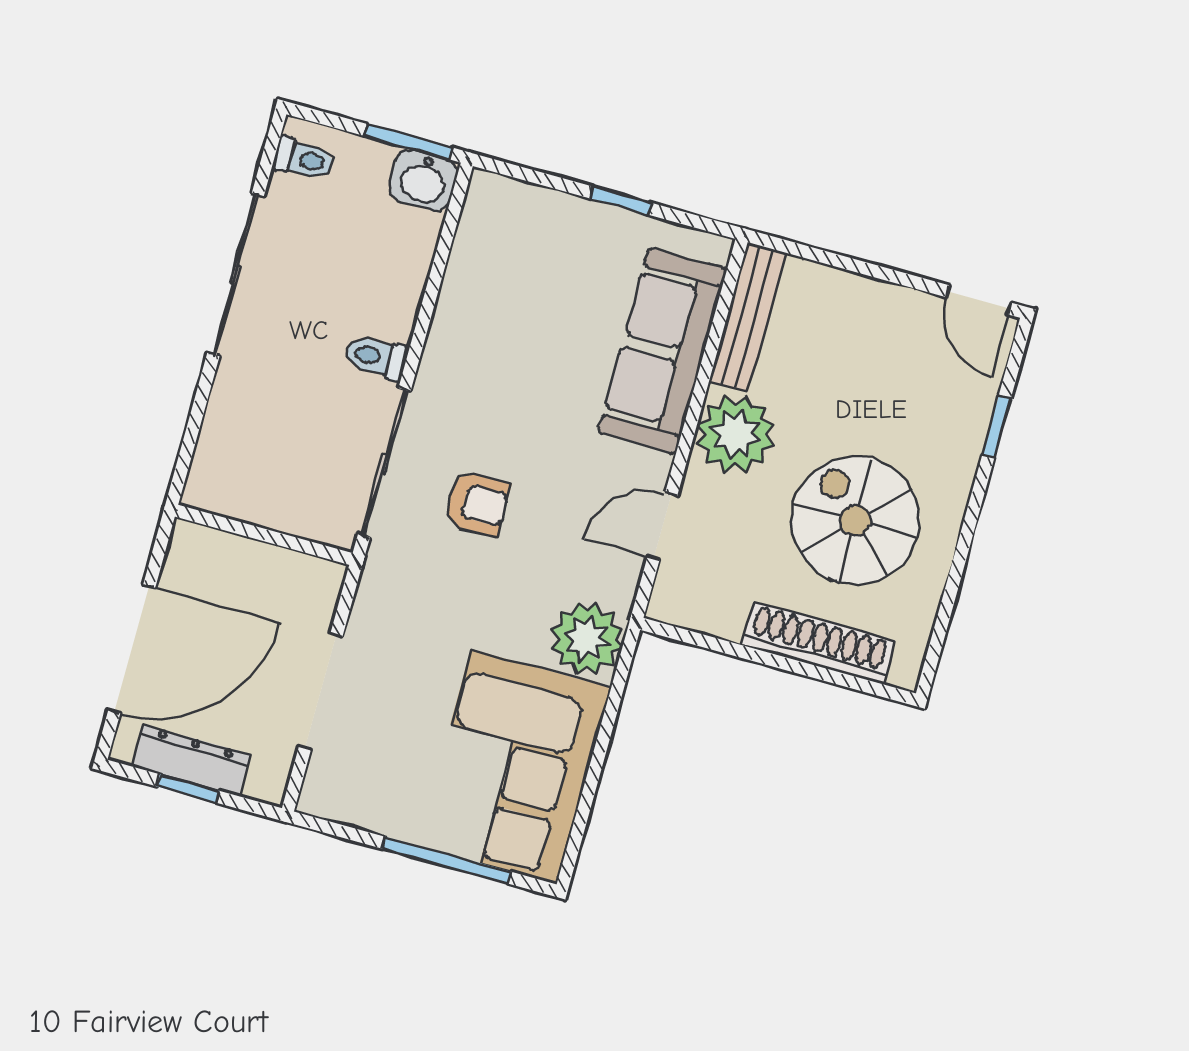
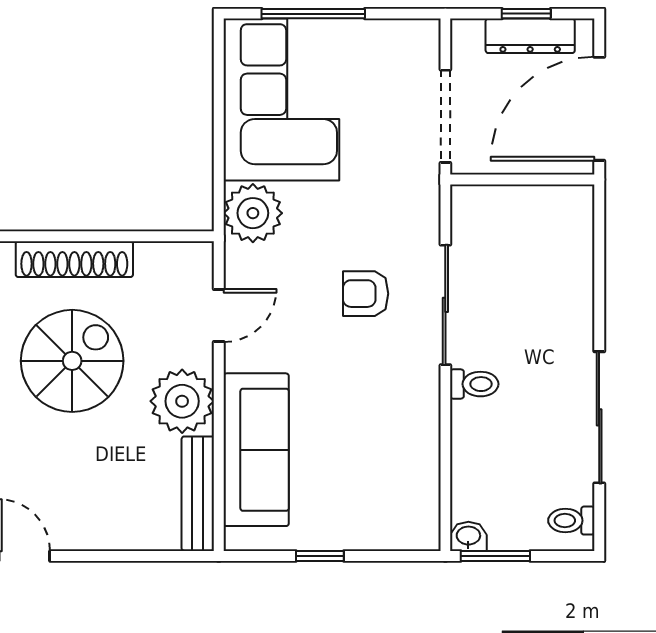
washbasin: (423, 180) -> (468, 536), width x0.72, depth x0.69
spiral stairs: (855, 520) -> (72, 361), turned -90
wall: (264, 535) -> (522, 180), moved

